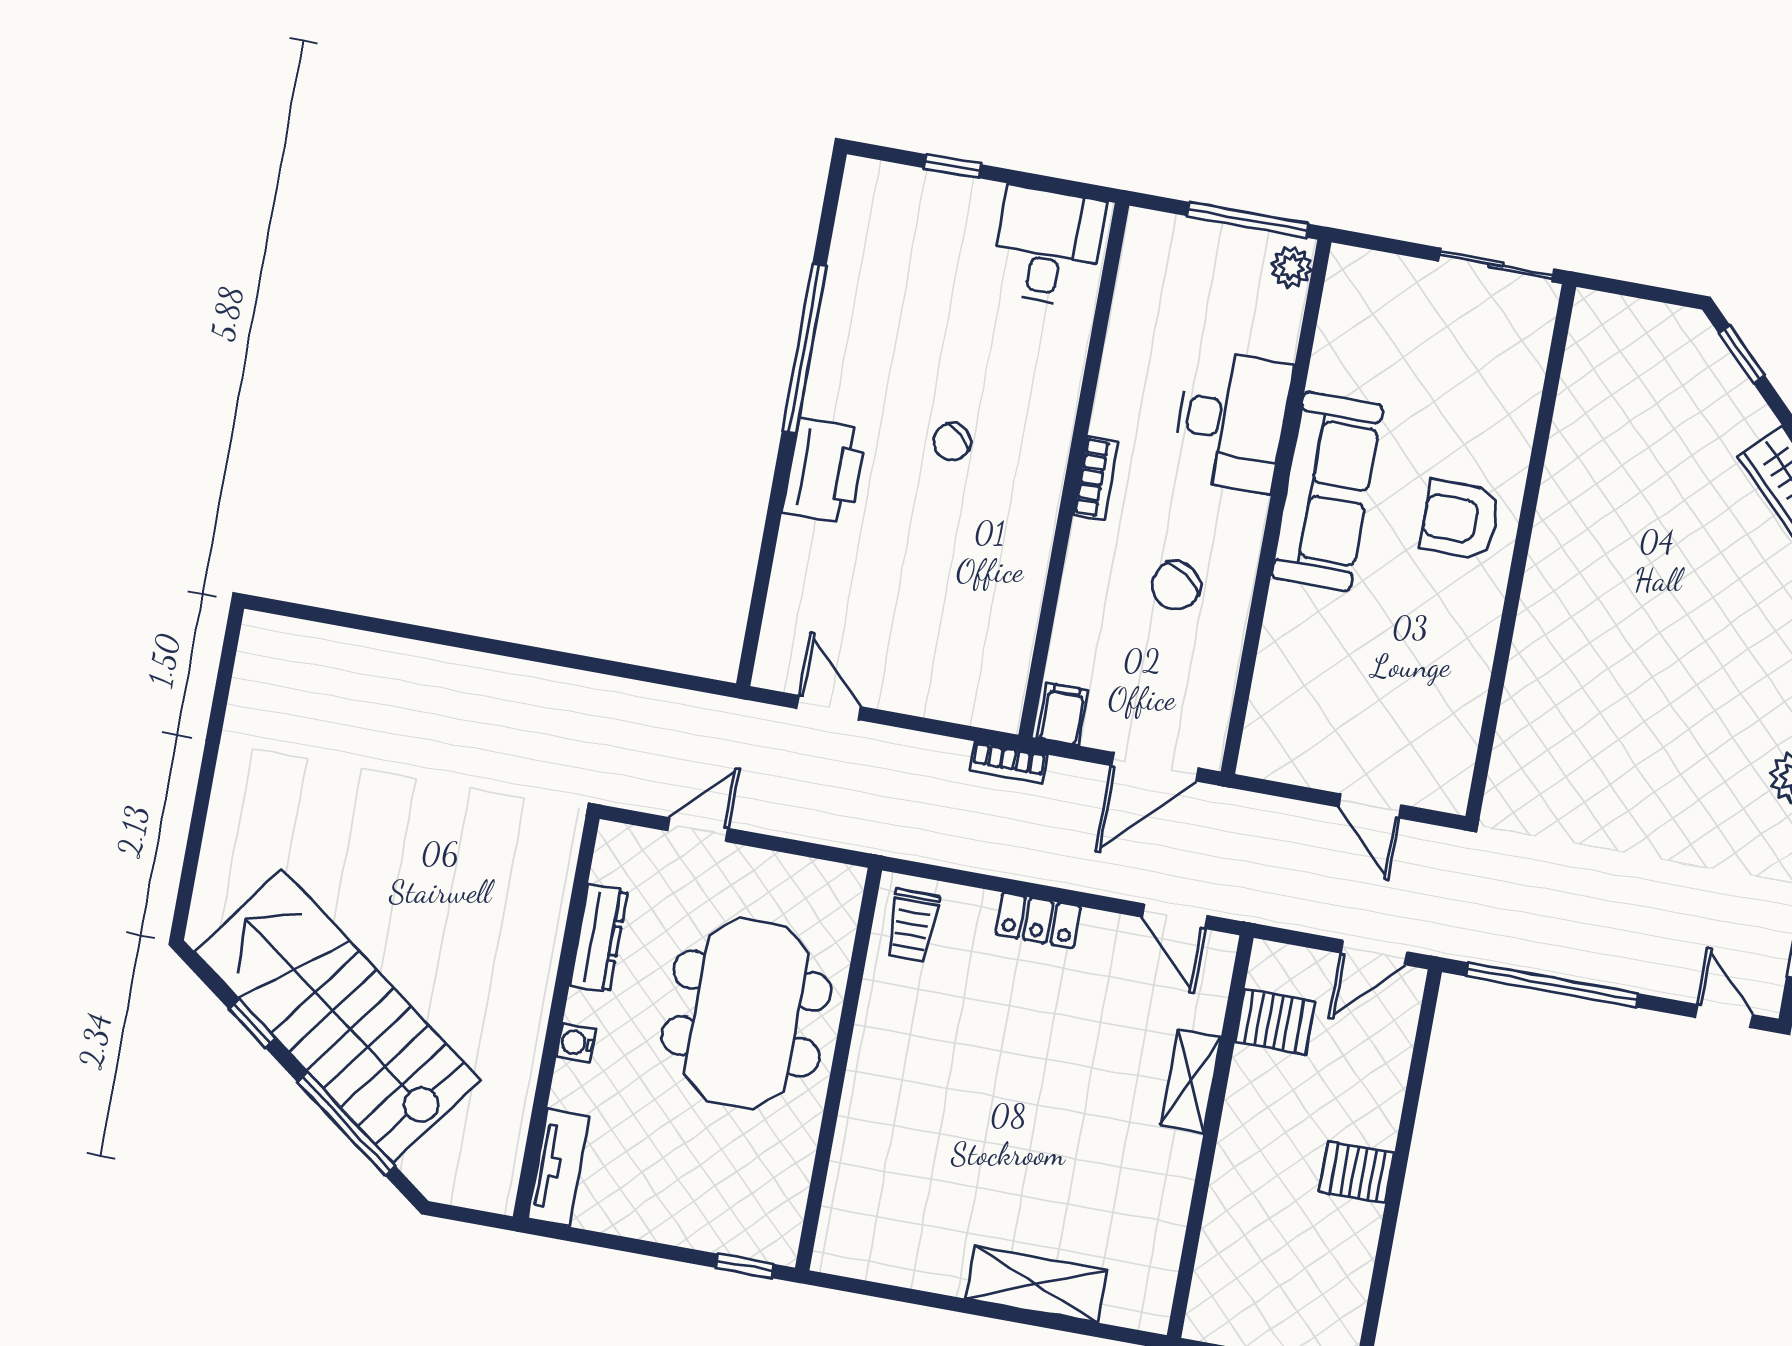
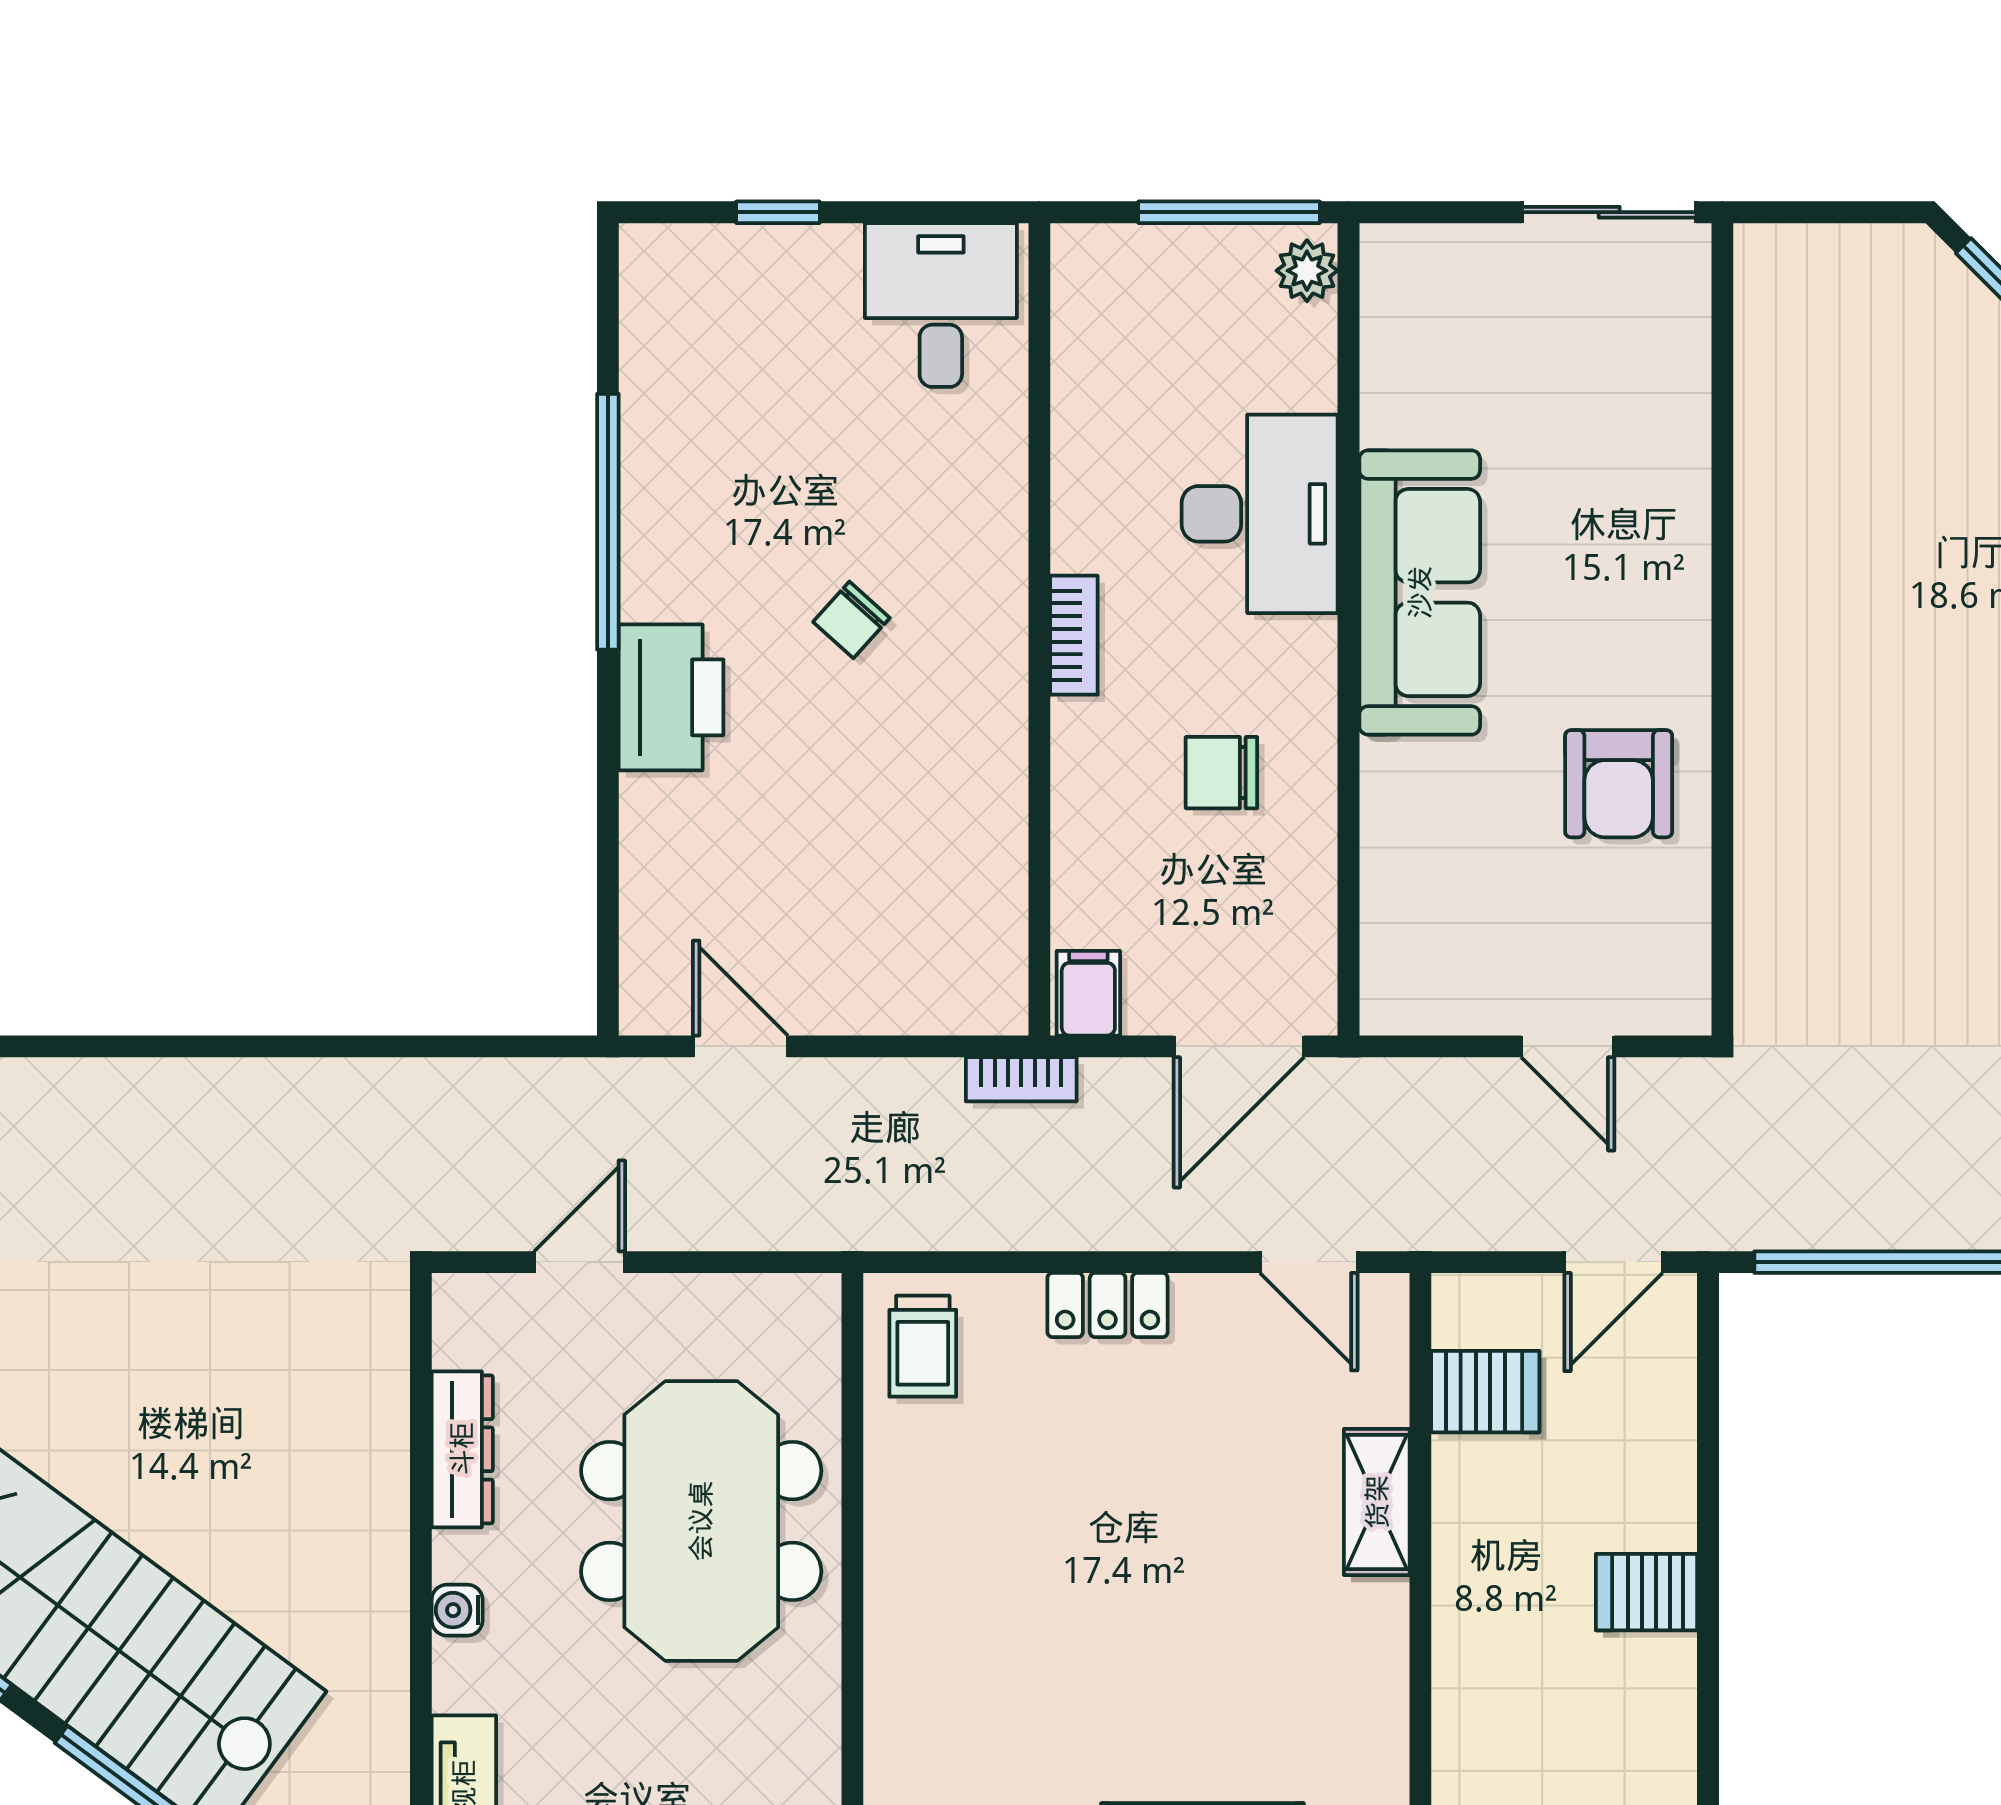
armchair: (1460, 520) -> (1619, 784), moved, turned -90
chair: (1176, 586) -> (1221, 773), turned 55

